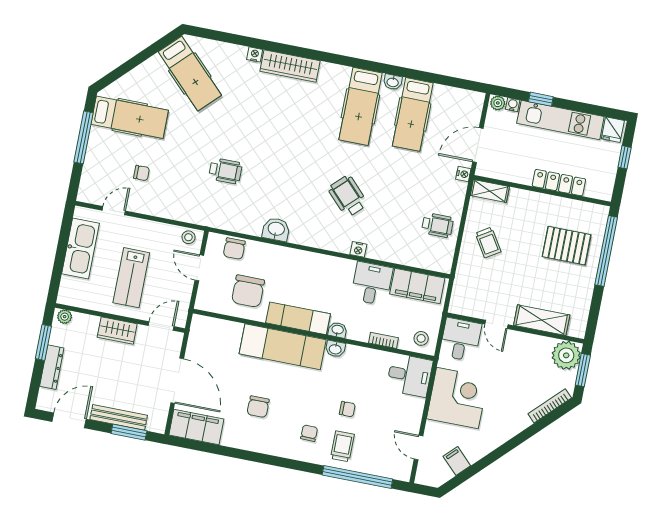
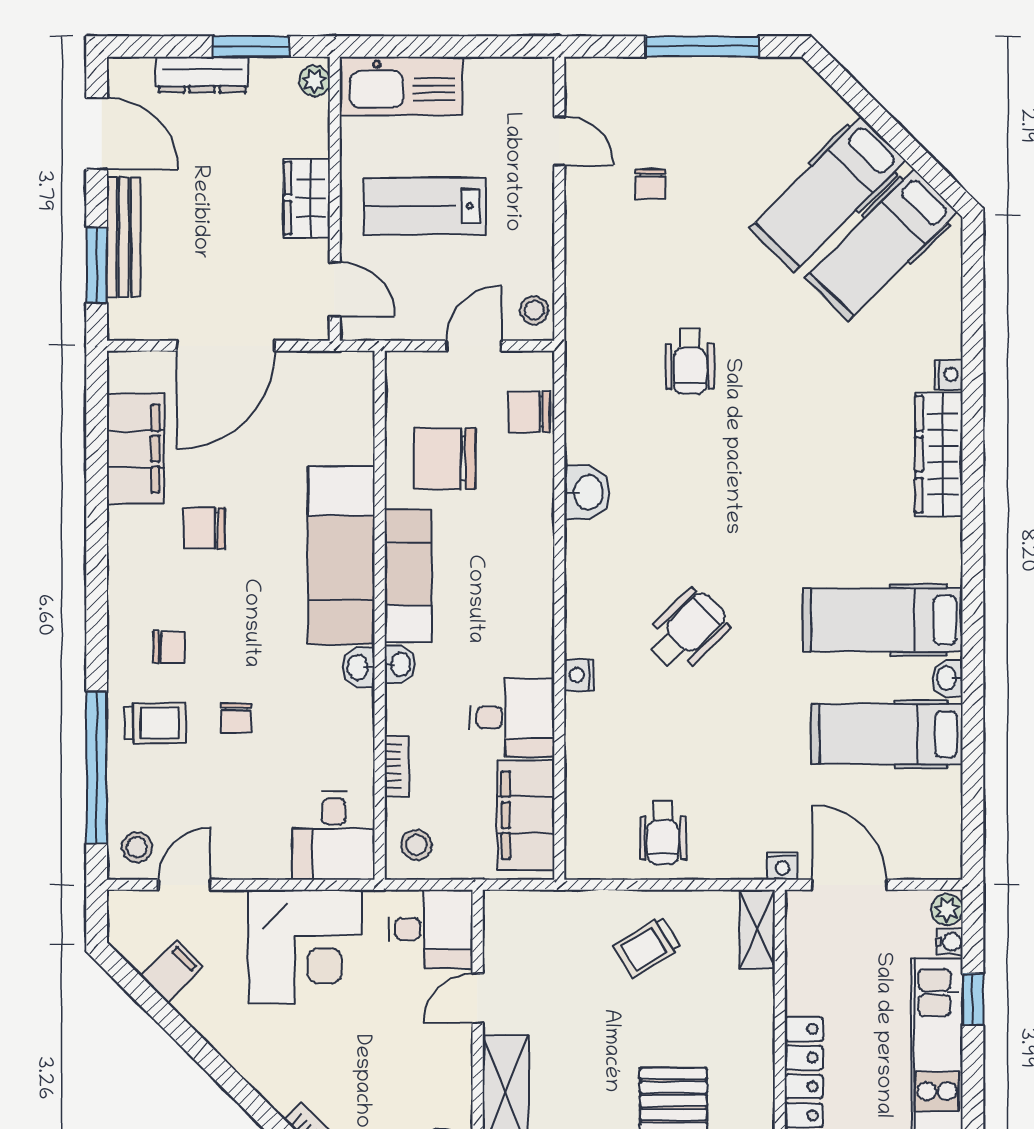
hospital bed: (130, 117) -> (828, 194), moved, turned 45
kitchen sink: (80, 248) -> (401, 86), moved
filing cabinet: (196, 427) -> (135, 449), moved
stool: (397, 466) -> (137, 847), added

